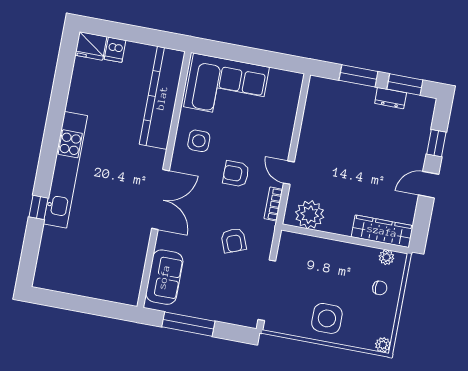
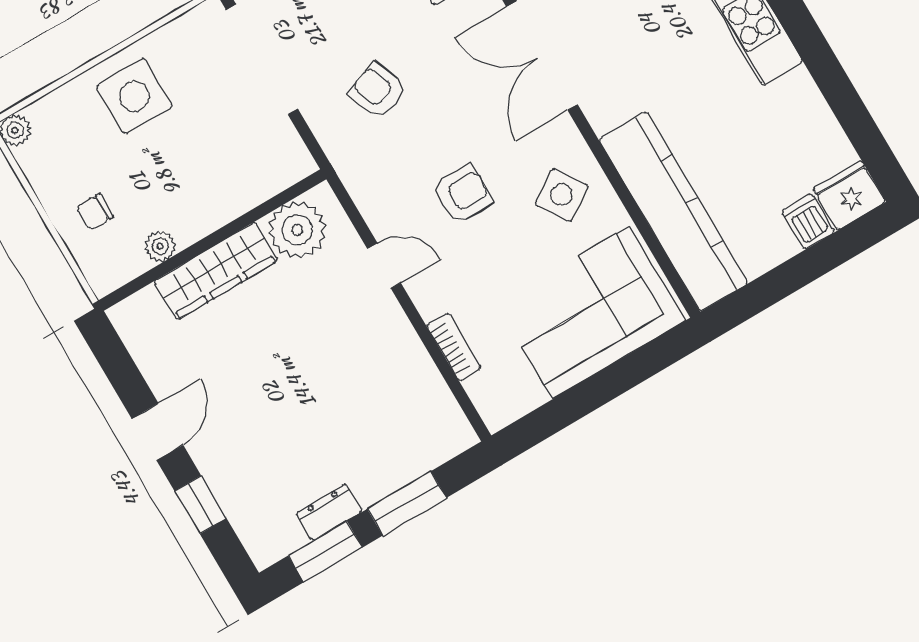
side table: (199, 141) -> (562, 195), turned -34
bookcase: (273, 204) -> (454, 347), moved
wardrobe: (382, 231) -> (216, 271), moved
plant: (386, 257) -> (160, 246), moved

